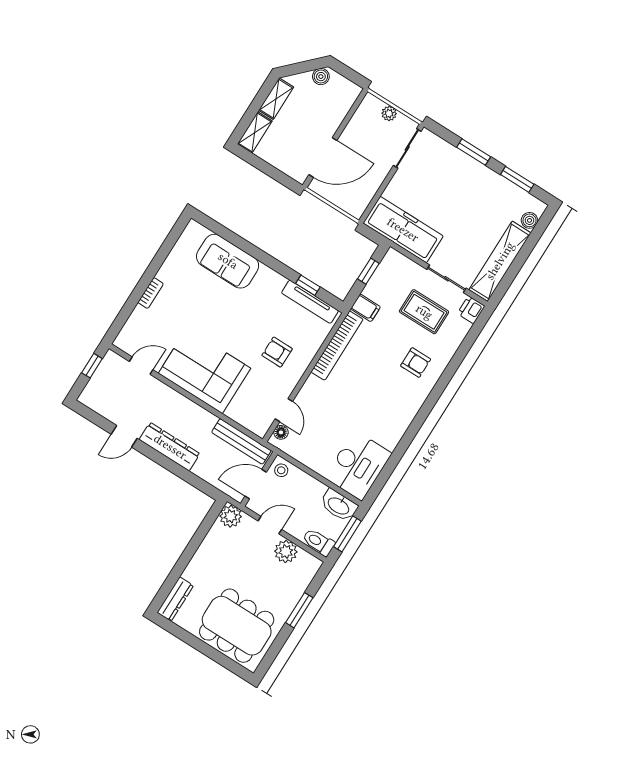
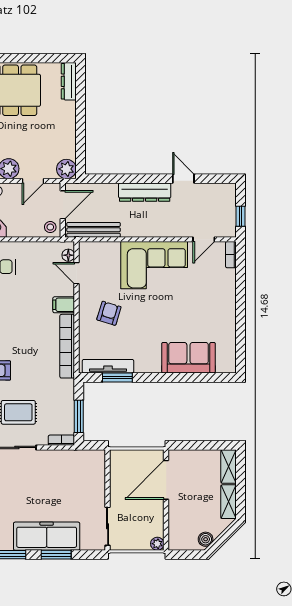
plant: (389, 113) -> (157, 544), moved
freezer: (403, 230) -> (47, 536), moved, turned 180
bookcase: (399, 259) -> (61, 440), added
window: (368, 271) -> (79, 416), width x1.50
window: (308, 285) -> (117, 377), width x1.50
bookcase: (151, 293) -> (231, 255), moved
filing cabinet: (365, 308) -> (64, 305), moved
armchair: (277, 352) -> (109, 313), turned -73
door: (124, 436) -> (183, 179), hinge flipped

